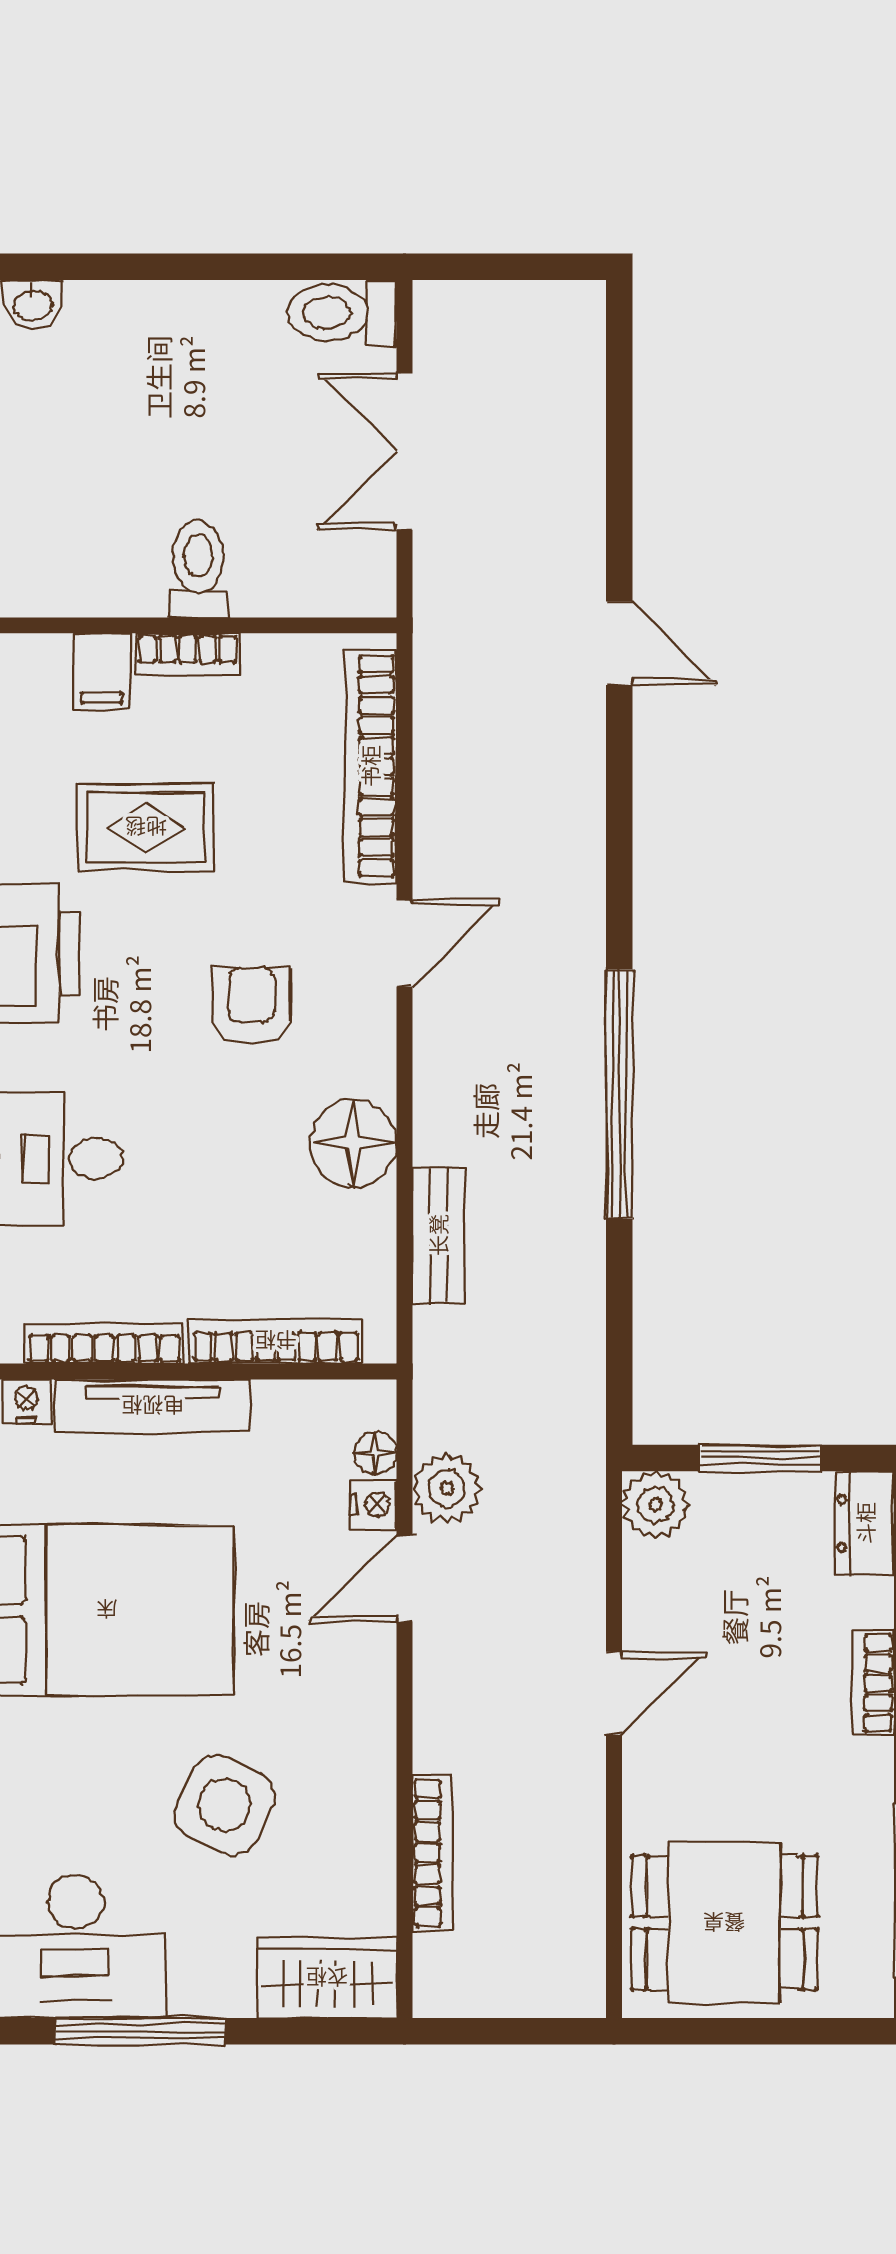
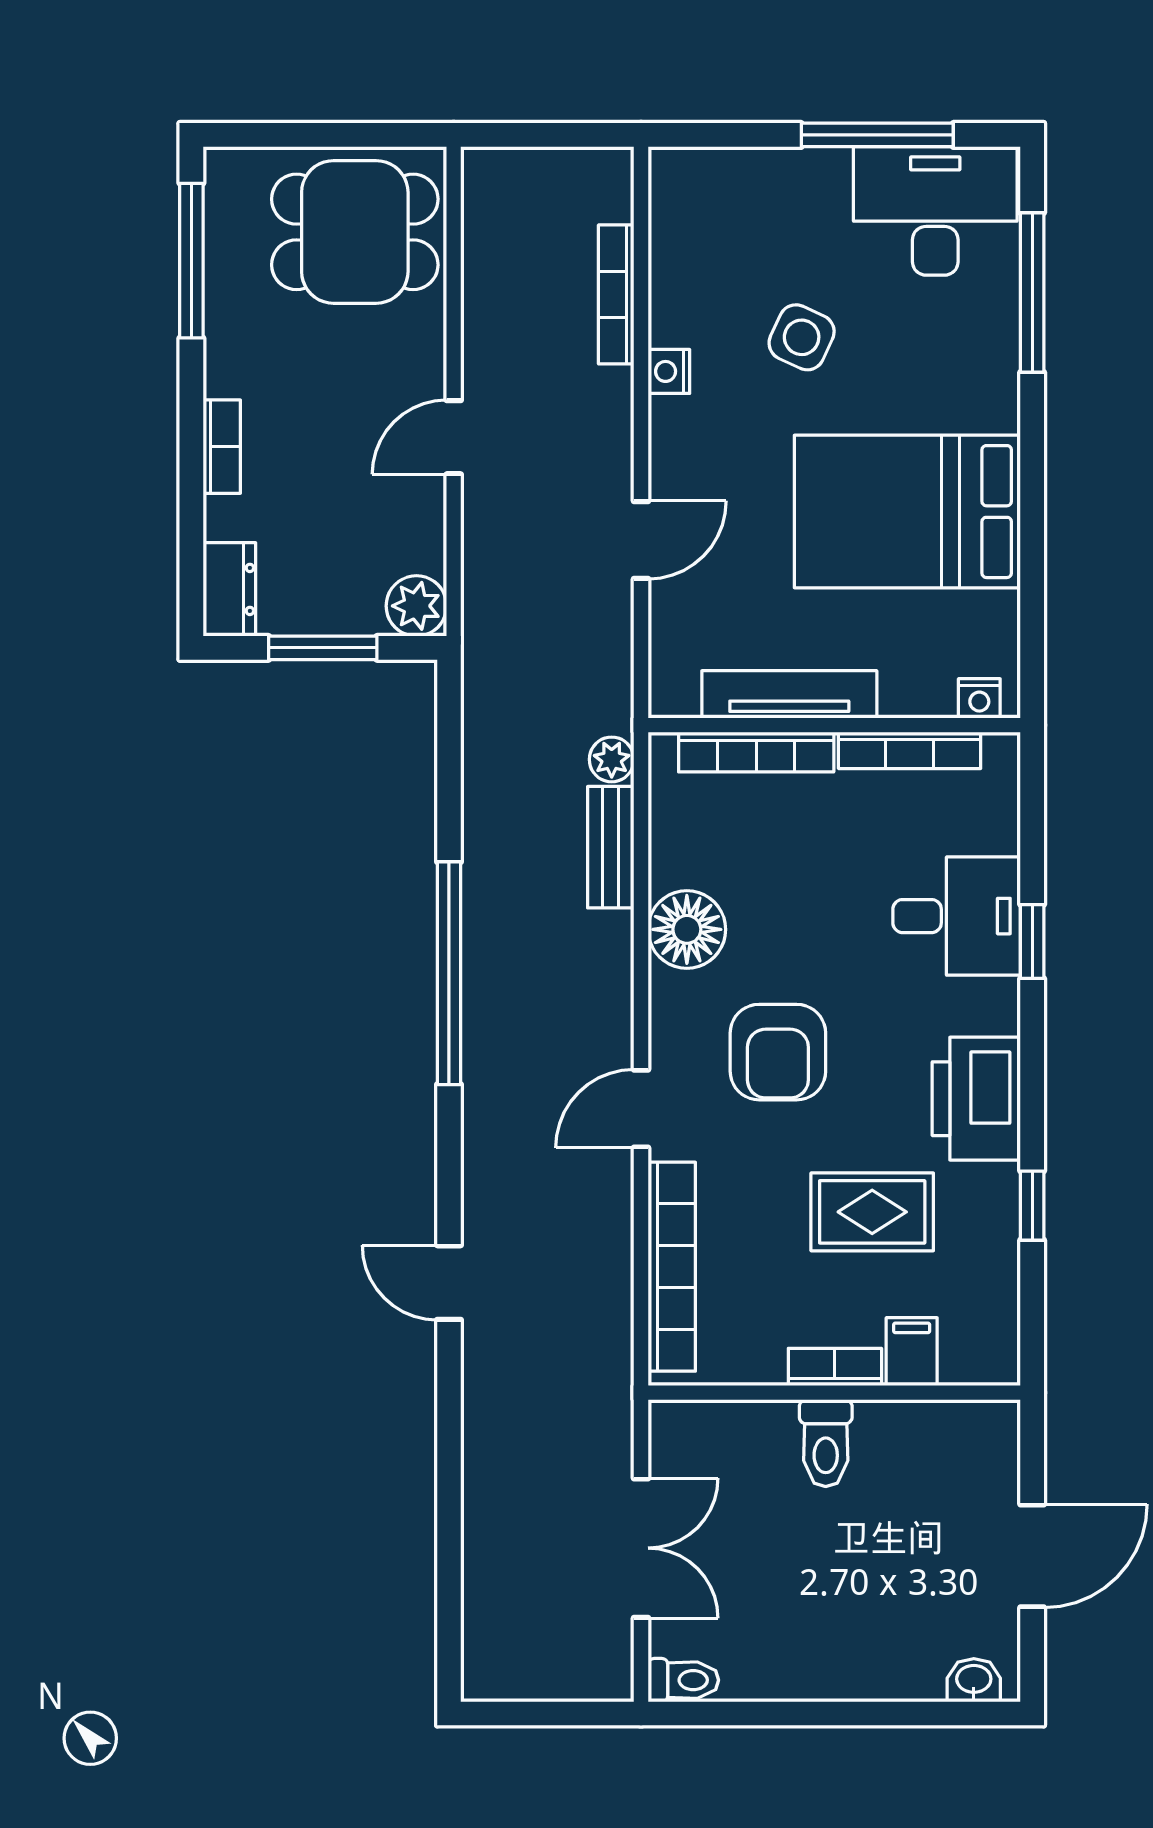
toilet: (342, 313) -> (683, 1680), width x0.73, depth x0.72
door: (619, 643) -> (449, 1283), moved
armchair: (252, 1006) -> (778, 1052), width x1.38, depth x1.38
tv unit: (153, 1406) -> (789, 694), moved
floor lamp: (375, 1453) -> (667, 652), removed
plant: (447, 1489) -> (612, 759), moved, width x0.73, depth x0.73
nightstand: (373, 1504) -> (669, 371), moved
side table: (225, 1805) -> (802, 337), width x0.73, depth x0.73
wardrobe: (327, 1978) -> (710, 183), removed

